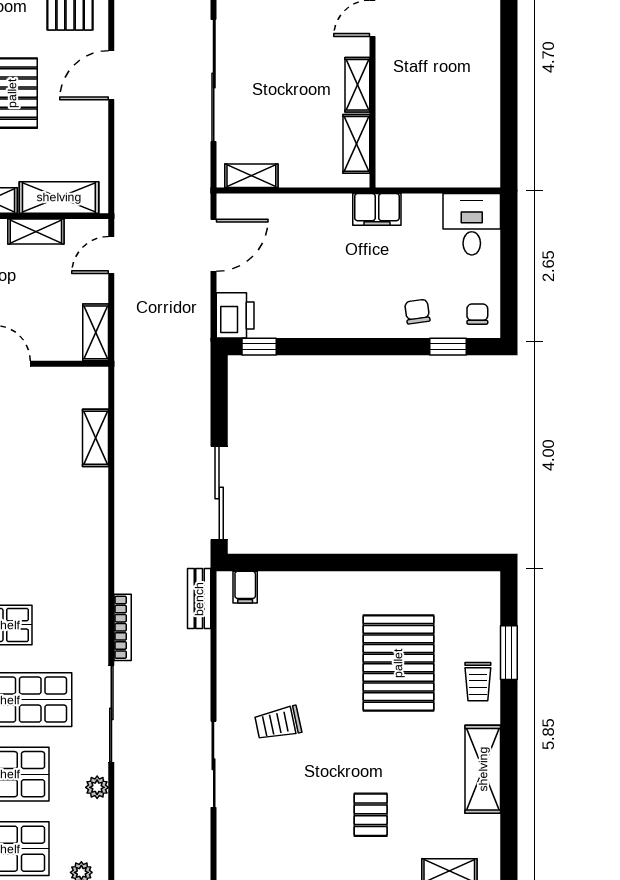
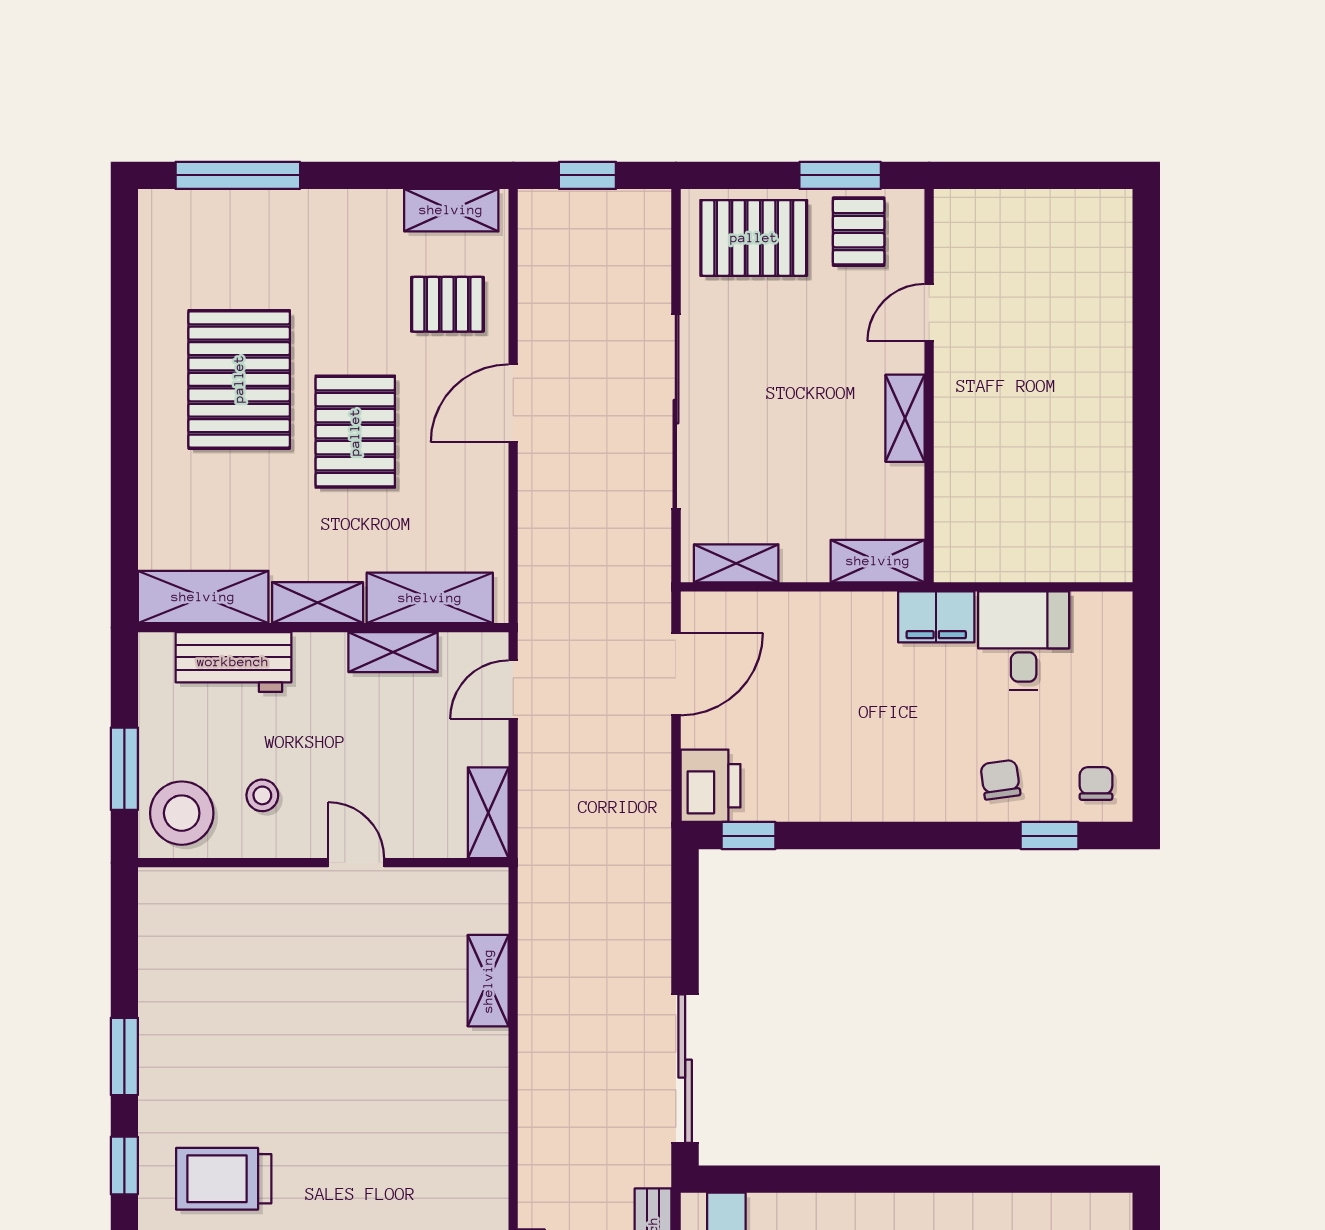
shelving: (356, 144) -> (878, 561), moved, turned 90
desk: (472, 224) -> (1024, 640), moved

